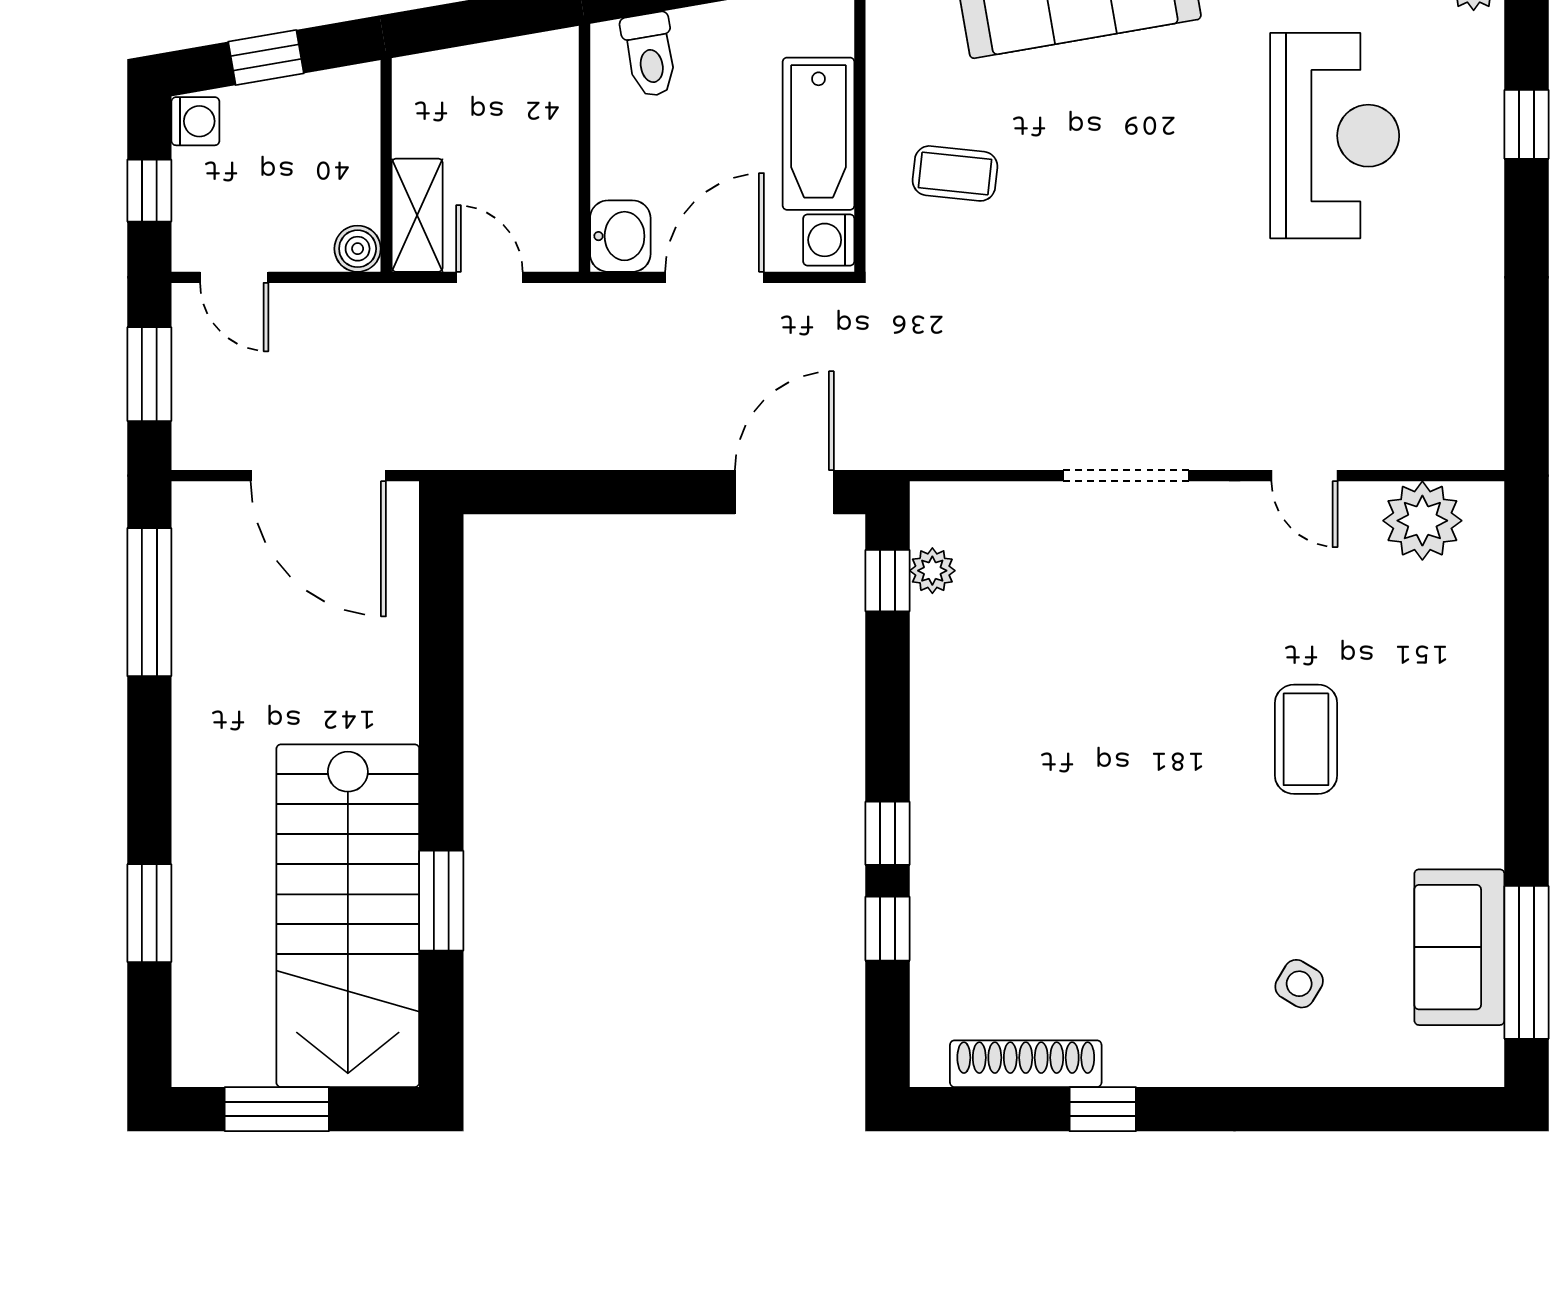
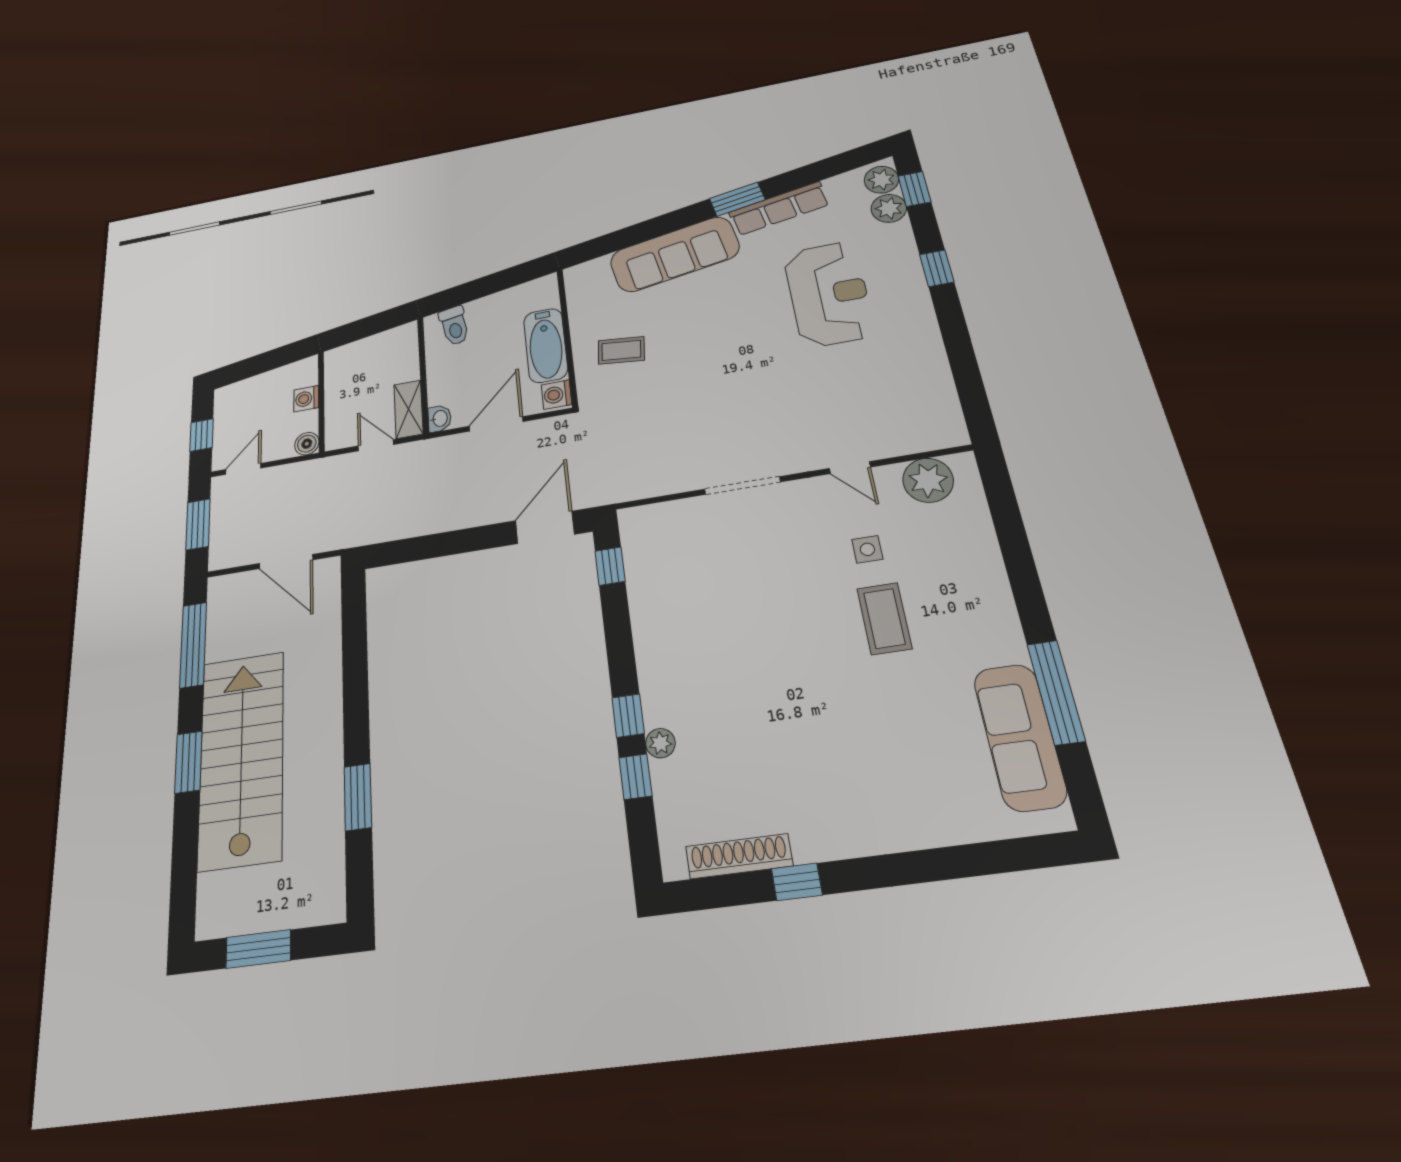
window: (266, 58) -> (261, 363), removed
washing machine: (195, 121) -> (306, 399), moved, turned 180
shelving: (417, 215) -> (408, 409), moved
washbasin: (620, 236) -> (440, 419), width x0.72, depth x0.69
door: (234, 277) -> (243, 469), swing flipped
door: (318, 476) -> (286, 562), width x0.73
plant: (932, 571) -> (660, 743), moved
window: (149, 913) -> (188, 762), moved
stairs: (348, 916) -> (242, 759), moved, turned 180
sofa: (1459, 947) -> (1020, 737), width x1.36
window: (1526, 962) -> (1056, 692), moved
side table: (1299, 984) -> (867, 549), moved, turned -31

